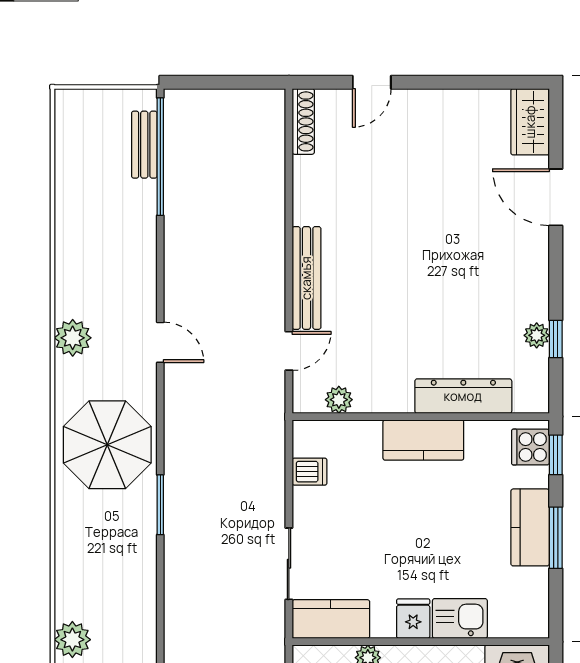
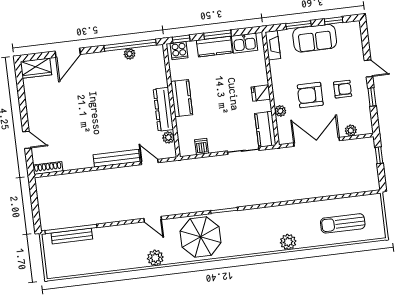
bench: (144, 145) -> (72, 236), width x1.36
window: (556, 339) -> (130, 45), width x3.17
door: (160, 342) -> (153, 219), swing flipped
dresser: (463, 396) -> (163, 109), moved
kitchen sink: (460, 619) -> (245, 43), moved, turned -90

